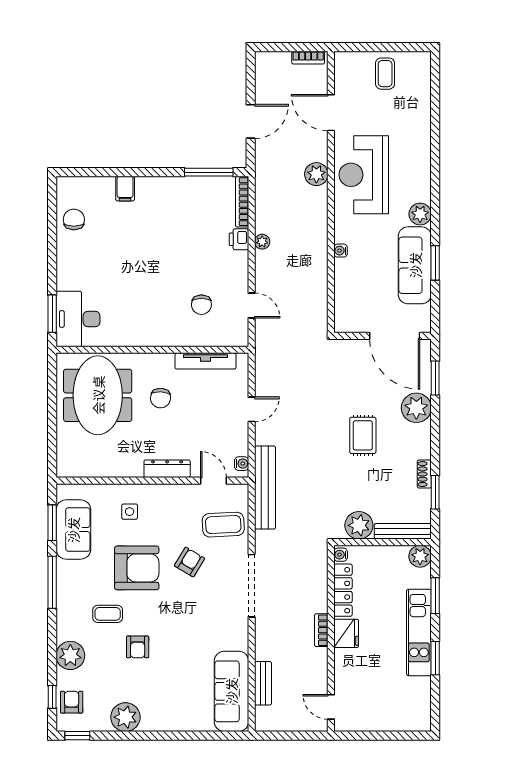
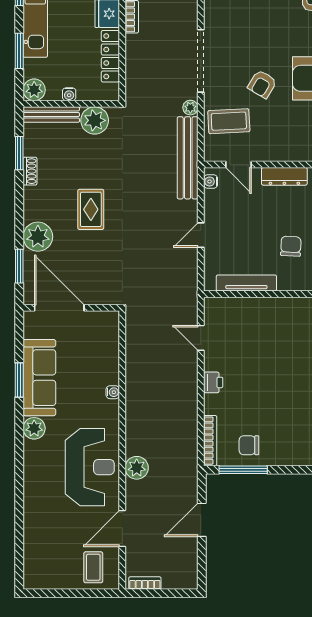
coffee table: (385, 74) -> (93, 567), moved
door: (331, 113) -> (122, 529), swing flipped
printer: (239, 239) -> (213, 382), moved
plant: (262, 242) -> (190, 108), moved
chair: (201, 305) -> (249, 445), moved, turned -90
water cooler: (341, 555) -> (69, 94), moved, turned 90

